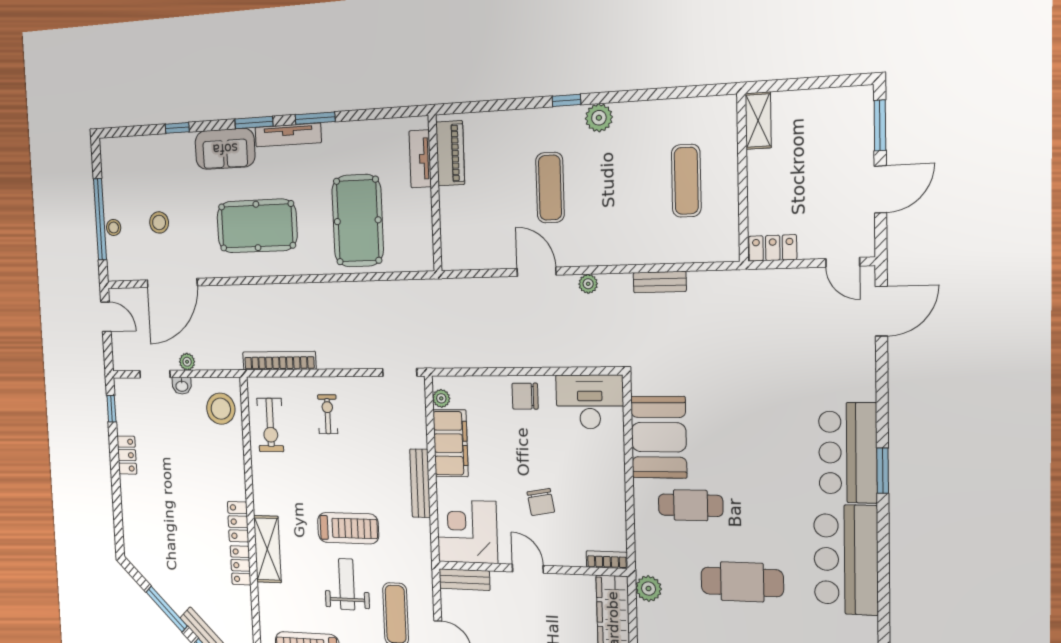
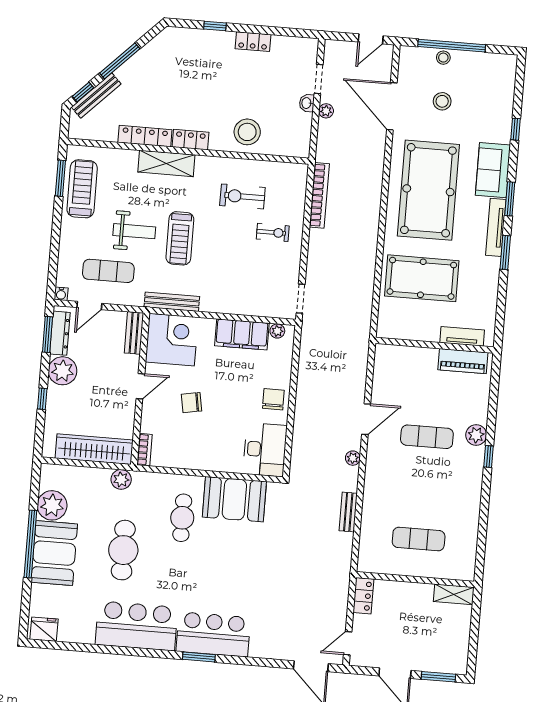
plant: (599, 118) -> (476, 435), moved
pool table: (257, 226) -> (428, 190), width x1.36, depth x1.32
window: (111, 409) -> (215, 26), moved
stool: (221, 409) -> (247, 132), moved
exercise bike: (270, 425) -> (242, 196), moved
bench: (420, 483) -> (172, 302), moved
locker: (241, 565) -> (145, 136), width x1.53

